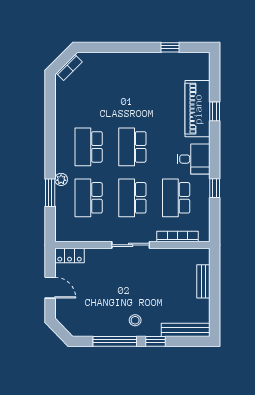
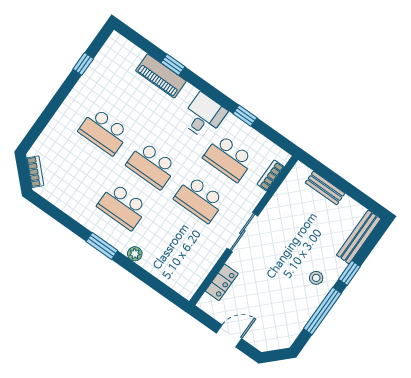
piano: (198, 109) -> (161, 76), width x0.73, depth x0.75
window: (50, 193) -> (102, 246), moved
school desk: (89, 198) -> (104, 132), moved
bookcase: (178, 236) -> (271, 176), width x0.64
locker: (69, 255) -> (222, 282), moved

